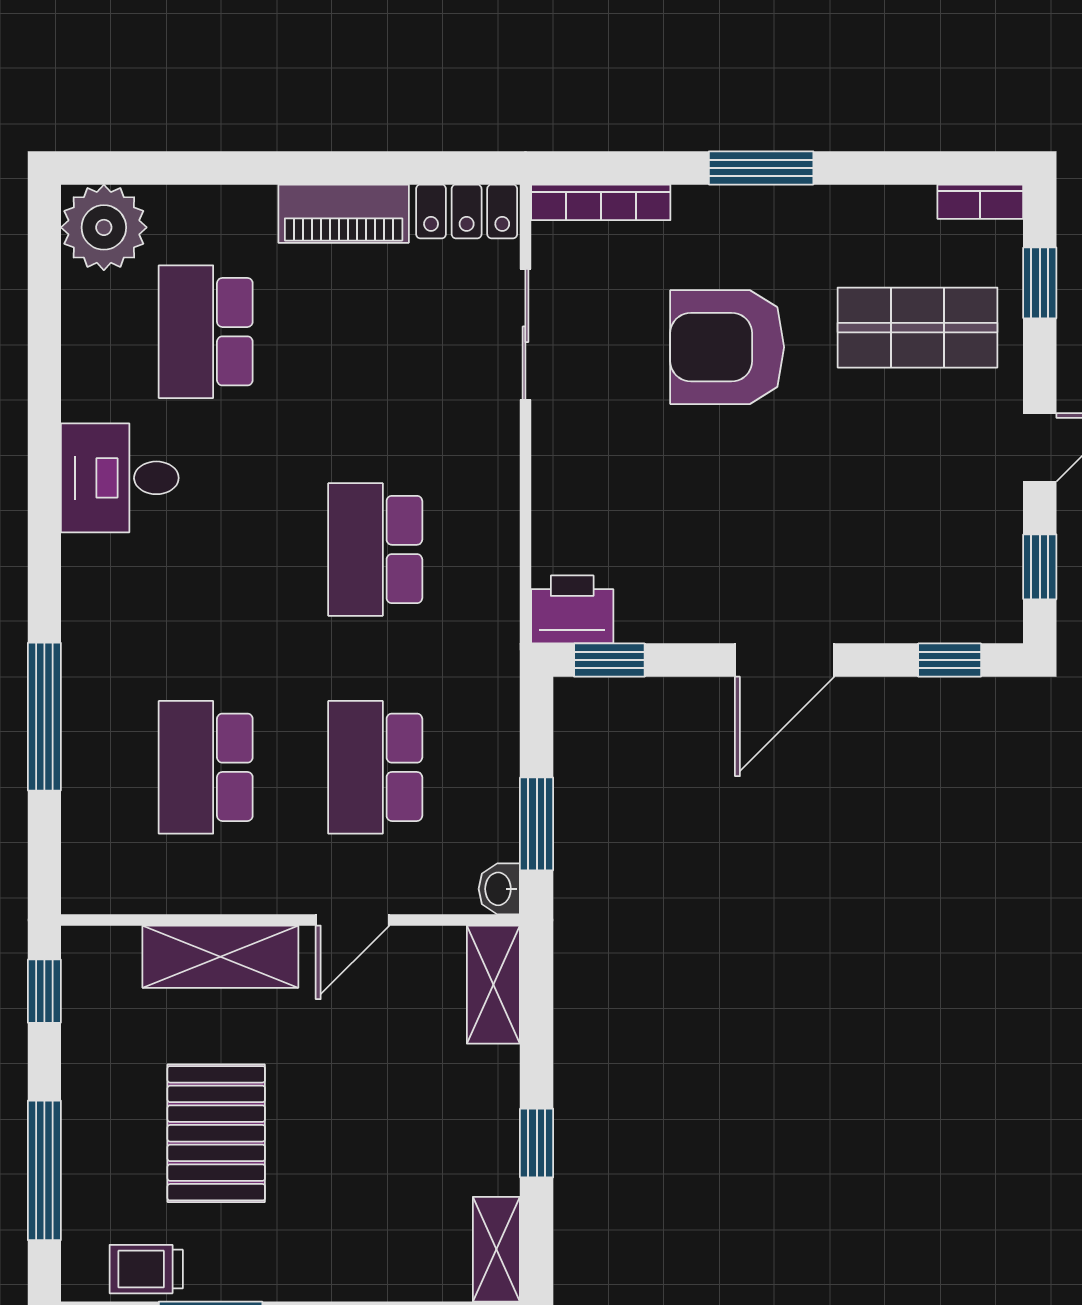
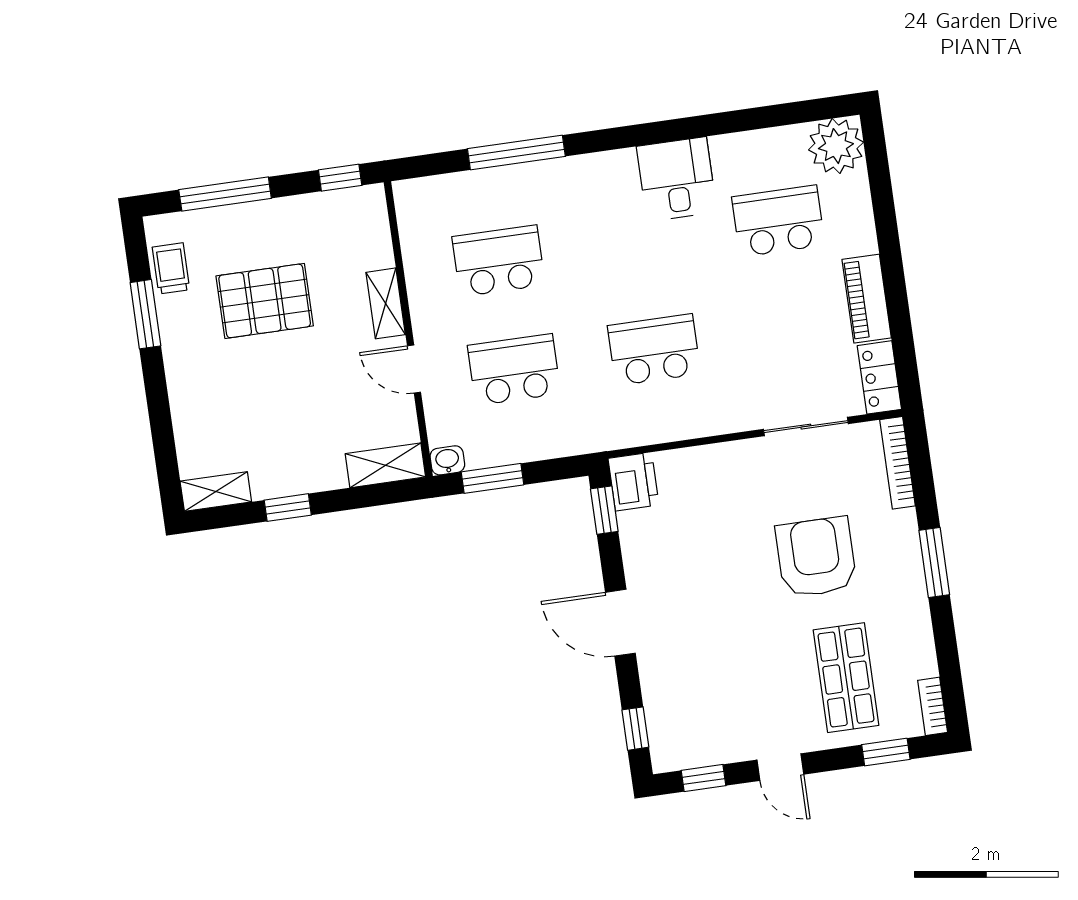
shelving: (220, 957) -> (386, 303), width x0.67, depth x0.75

